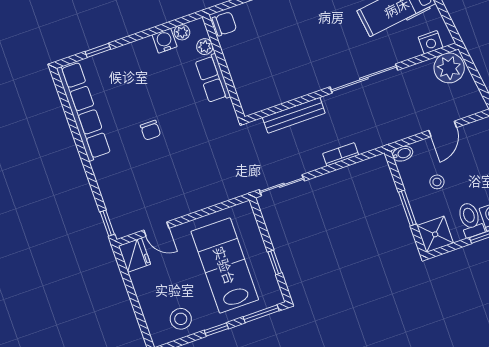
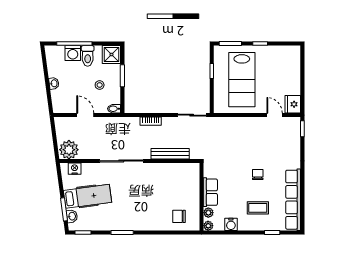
chair: (224, 24) -> (179, 216), moved
plant: (182, 32) -> (208, 226), moved
coffee table: (133, 80) -> (258, 208), added
door: (443, 129) -> (85, 115), hinge flipped
stool: (181, 319) -> (279, 57), removed

